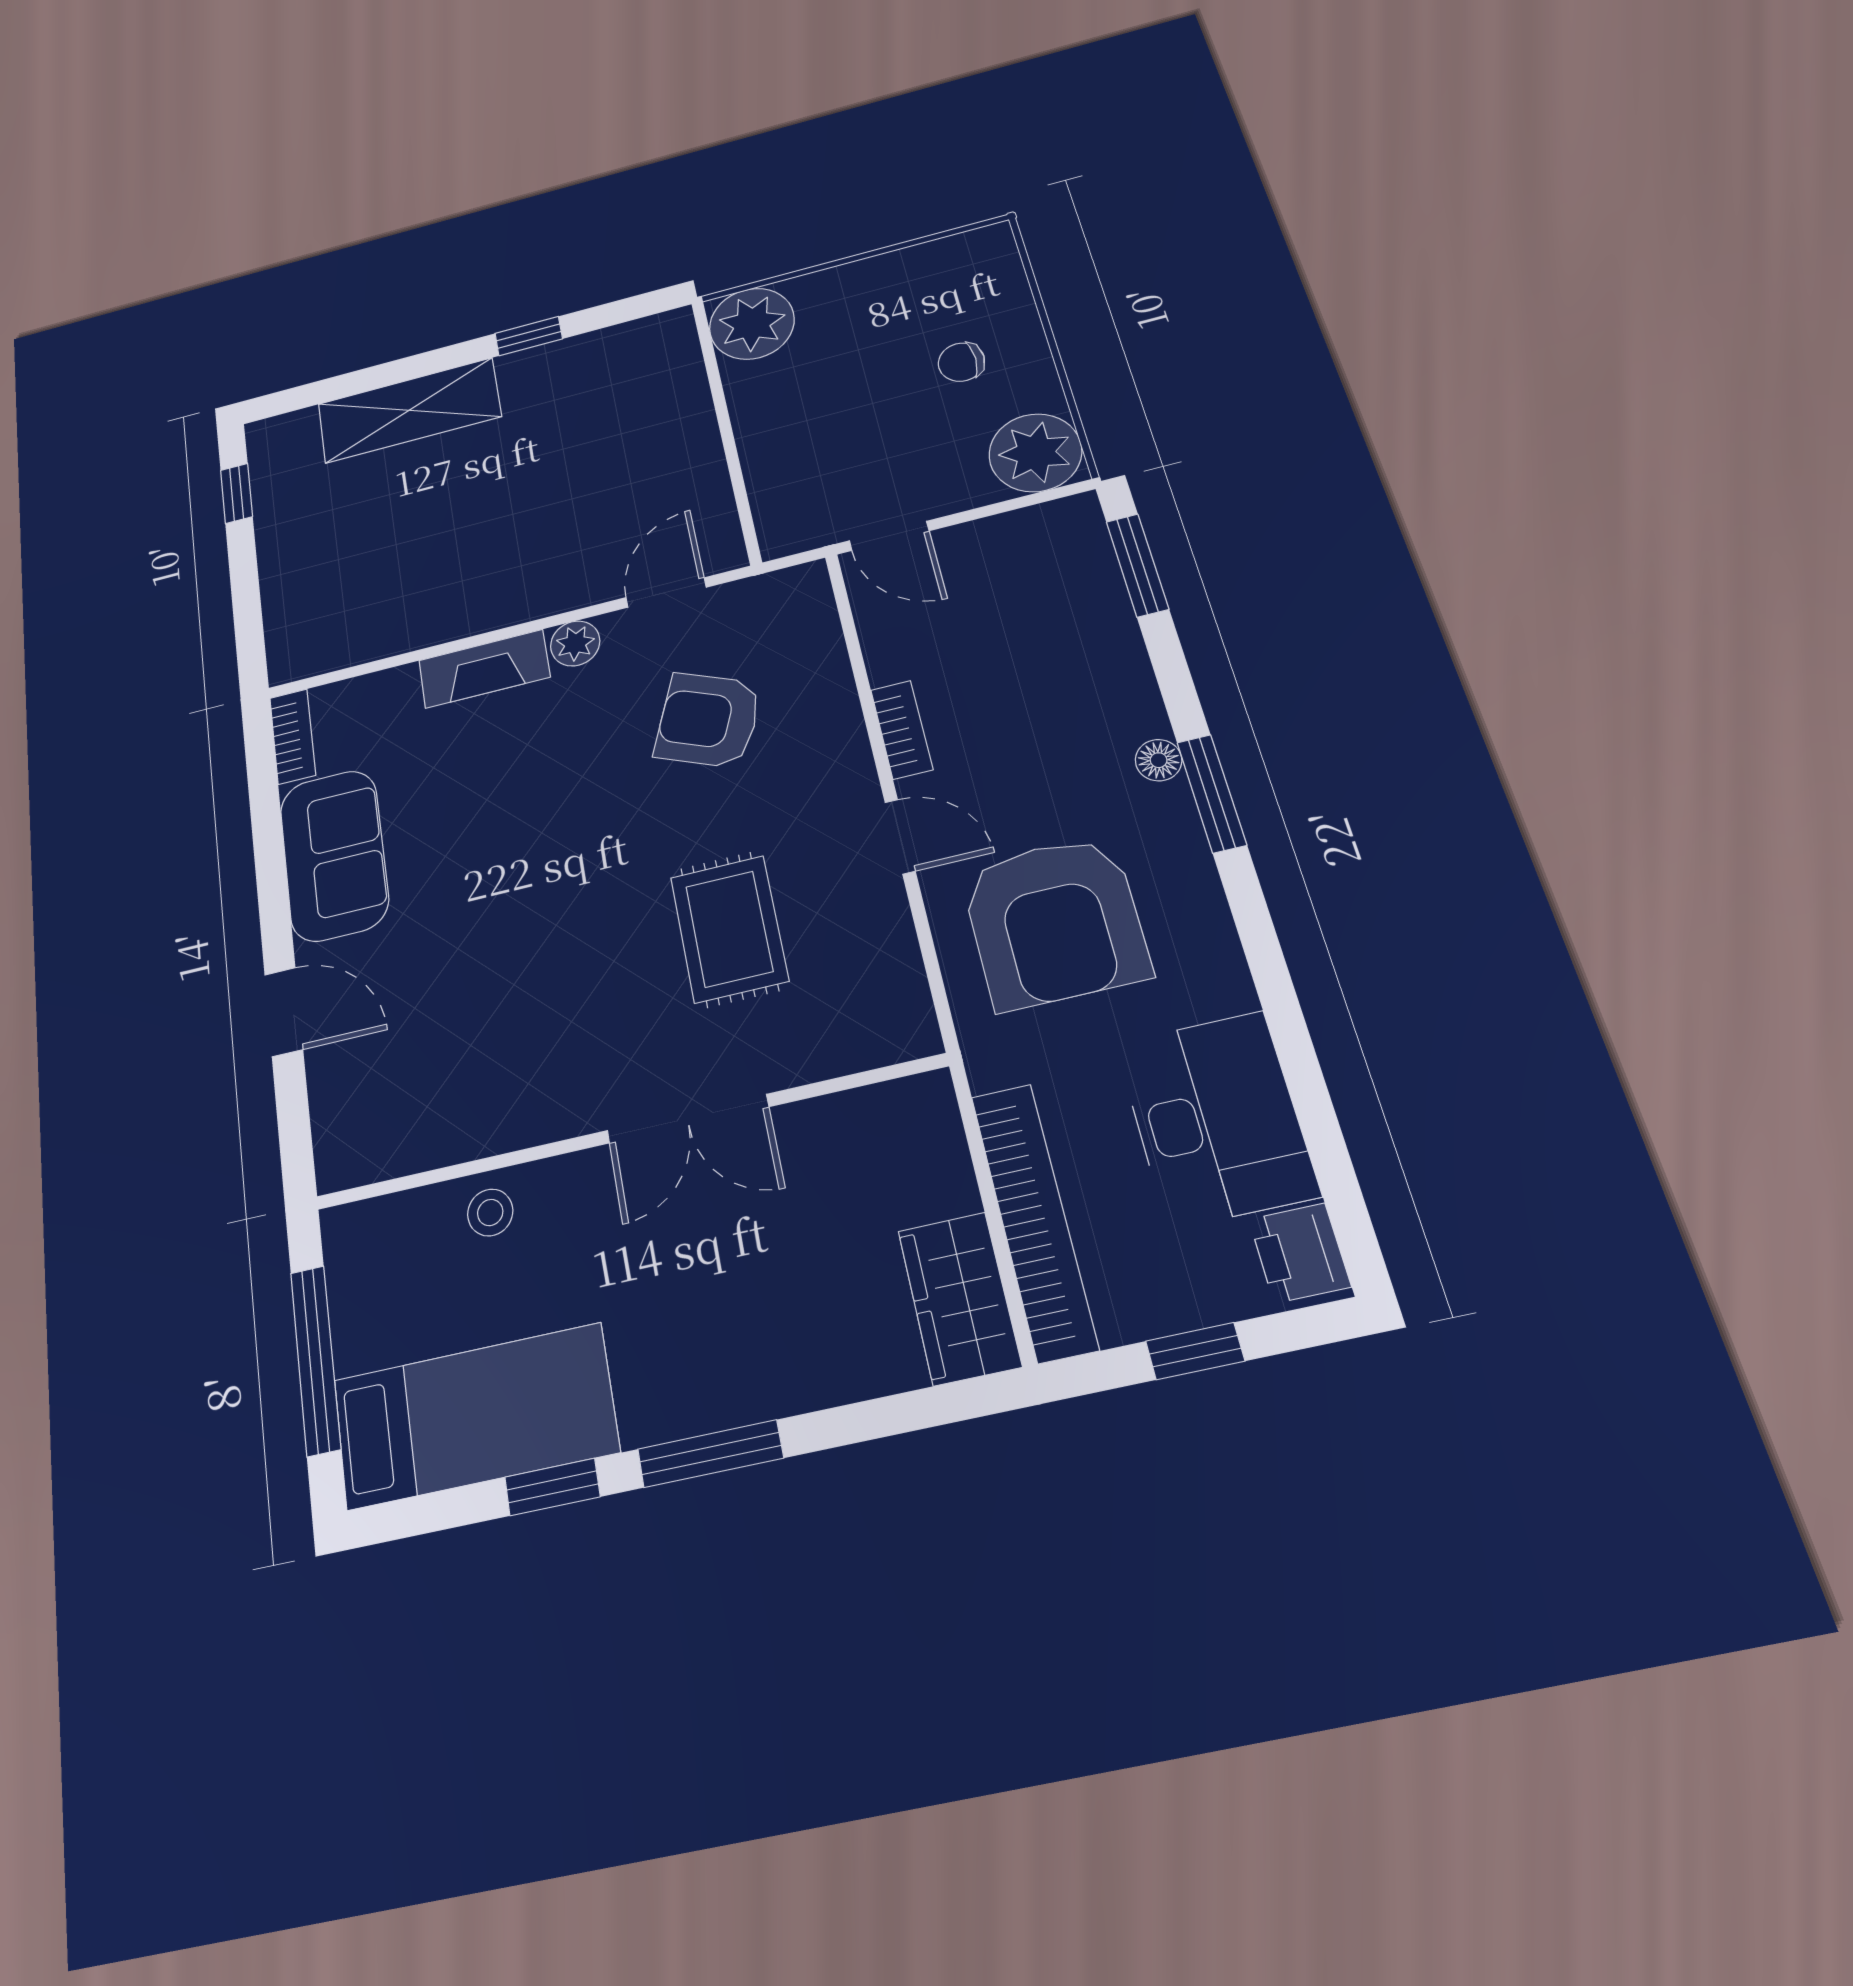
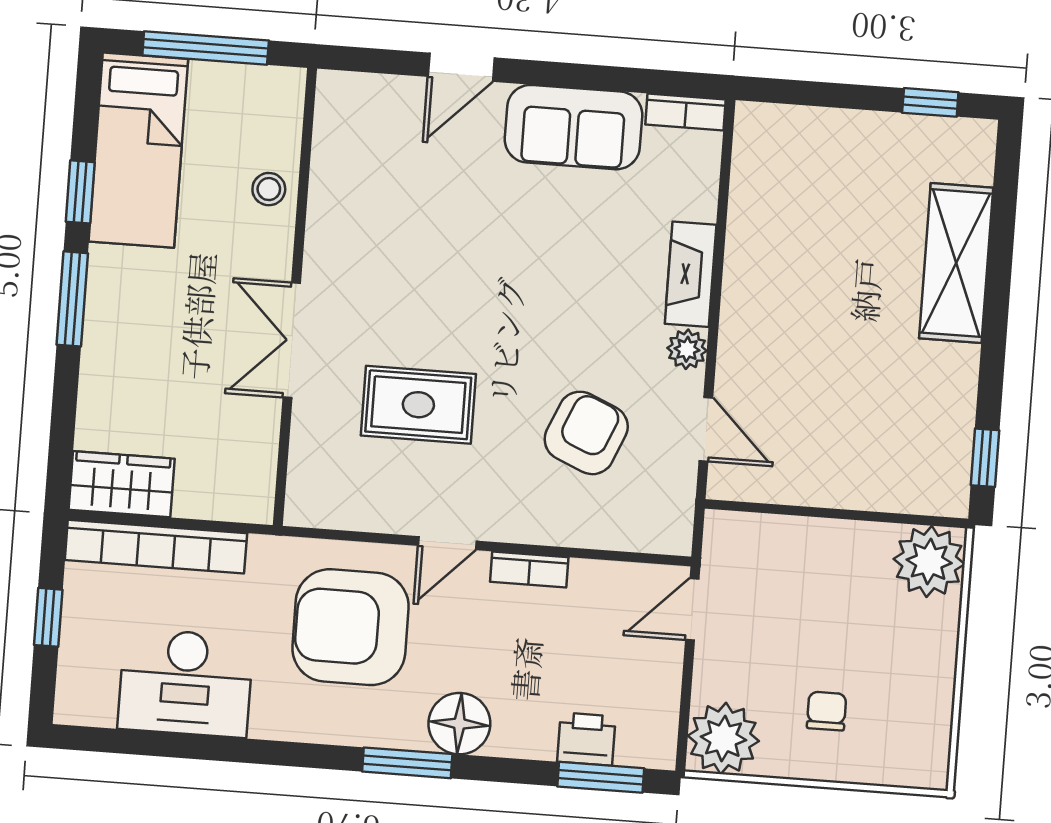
window: (529, 336) -> (985, 458), moved
floor lamp: (1159, 760) -> (459, 724), width x1.89, depth x1.89
printer: (1300, 1253) -> (586, 739), moved

